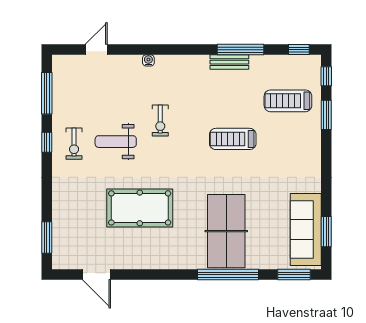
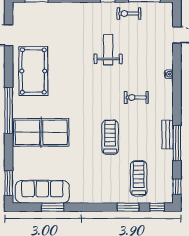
exercise bike: (160, 120) -> (136, 97), moved
exercise bike: (74, 144) -> (129, 14), moved
pool table: (140, 208) -> (33, 71), moved
window: (326, 232) -> (53, 207), moved
window: (228, 275) -> (9, 110), moved

